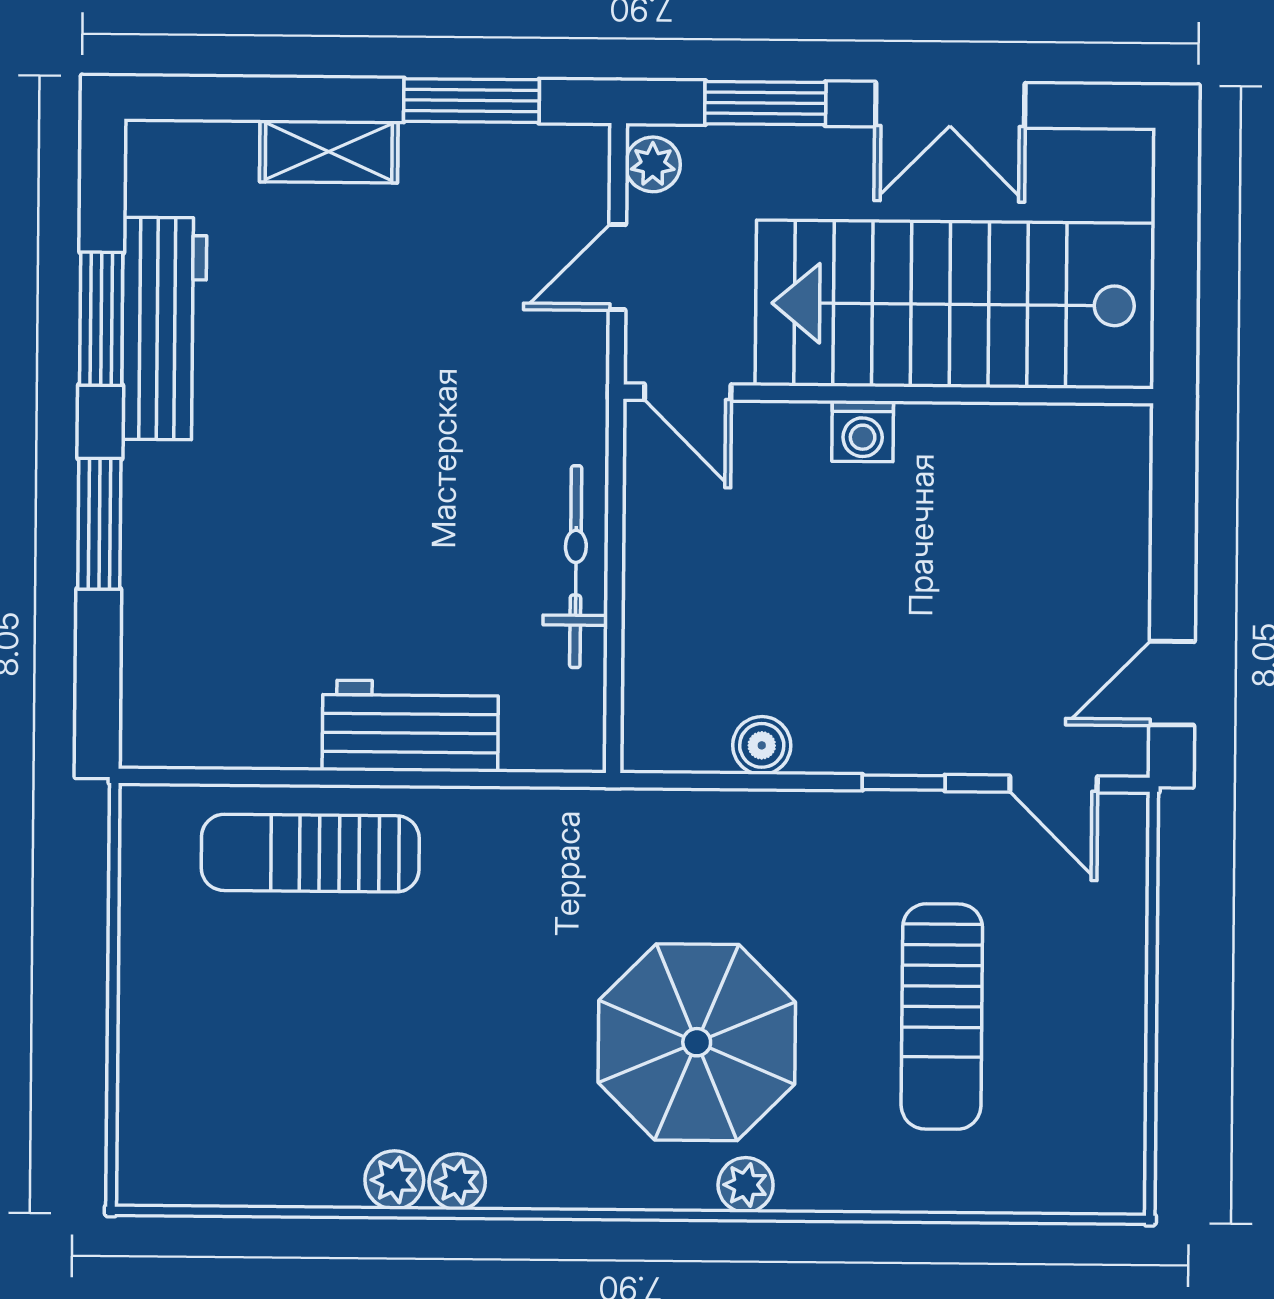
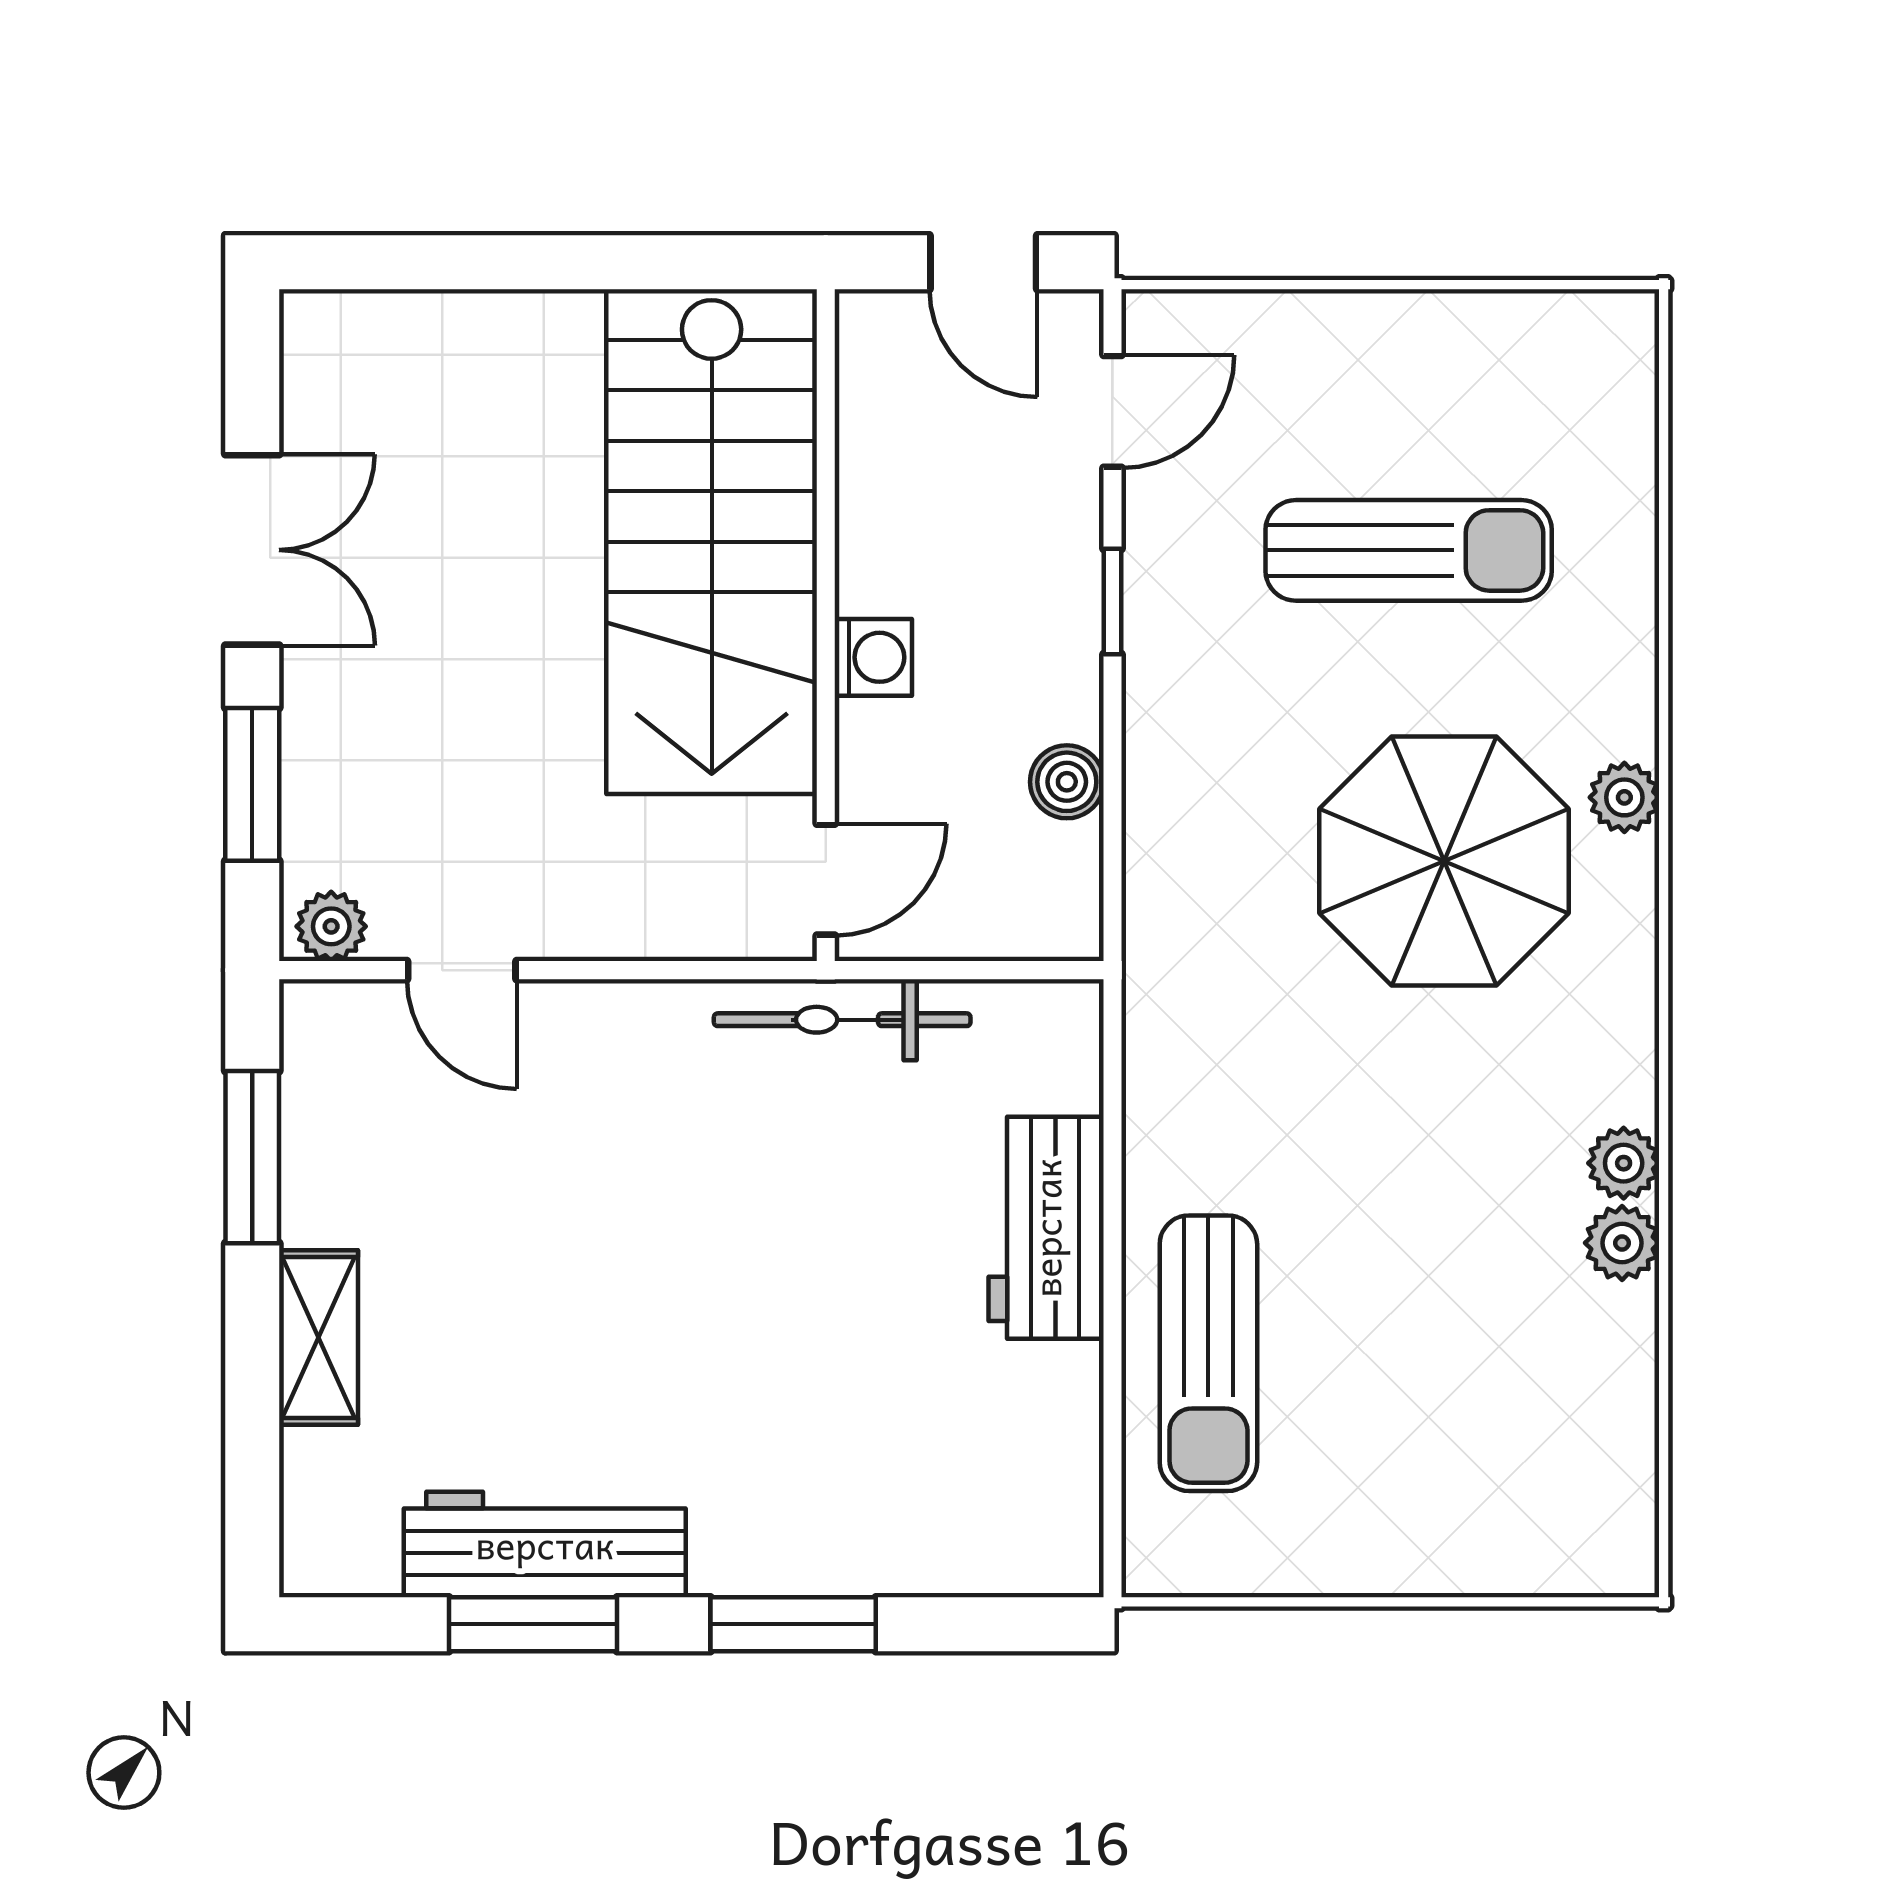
stairs: (955, 304) -> (712, 542), moved
door: (688, 392) -> (826, 880), moved
wall: (888, 394) -> (826, 625), moved
washing machine: (863, 431) -> (873, 657), moved

